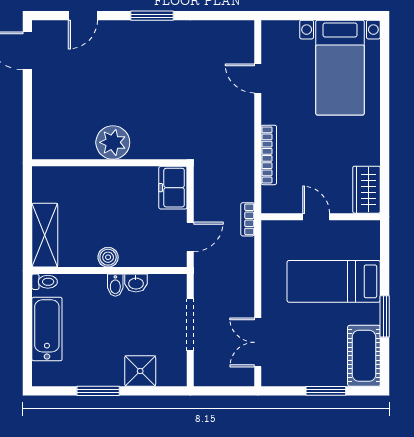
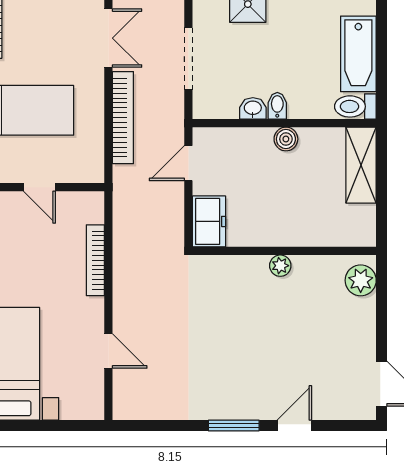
door: (83, 16) -> (294, 425), moved
plant: (45, 138) -> (361, 280), added
plant: (113, 142) -> (280, 266), width x0.53, depth x0.53
bookcase: (248, 219) -> (123, 118), moved, width x2.31, depth x1.31
toilet: (45, 282) -> (355, 106), width x1.37, depth x1.39

